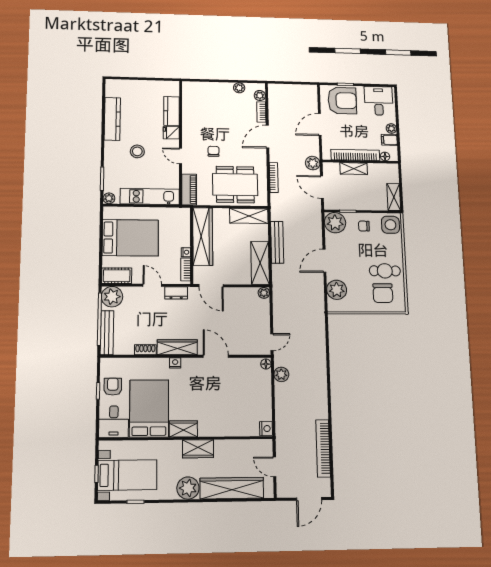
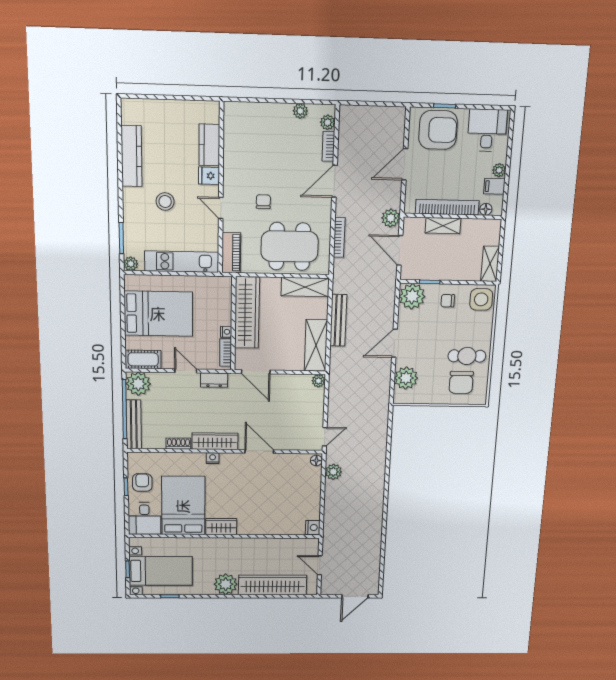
bookcase: (323, 448) -> (374, 548), removed
wardrobe: (198, 449) -> (237, 547), removed

